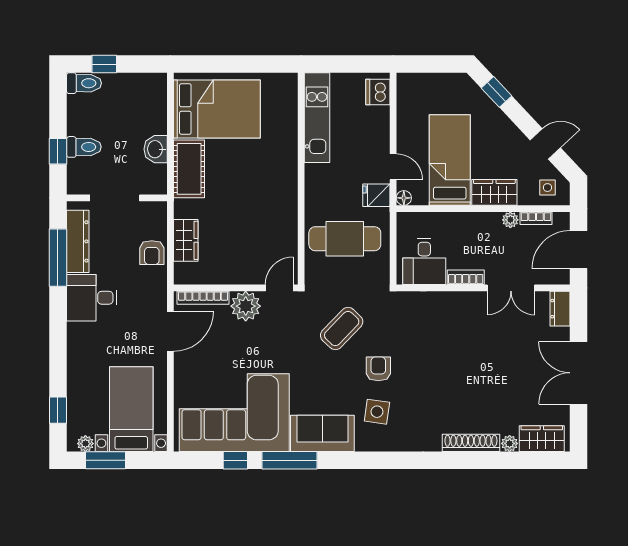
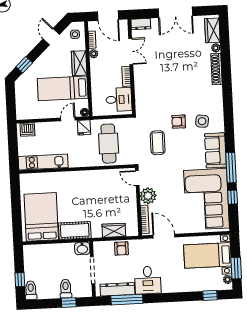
washbasin: (156, 149) -> (82, 248), moved
armchair: (152, 253) -> (121, 249), turned 90
coffee table: (342, 329) -> (158, 143), turned 46

